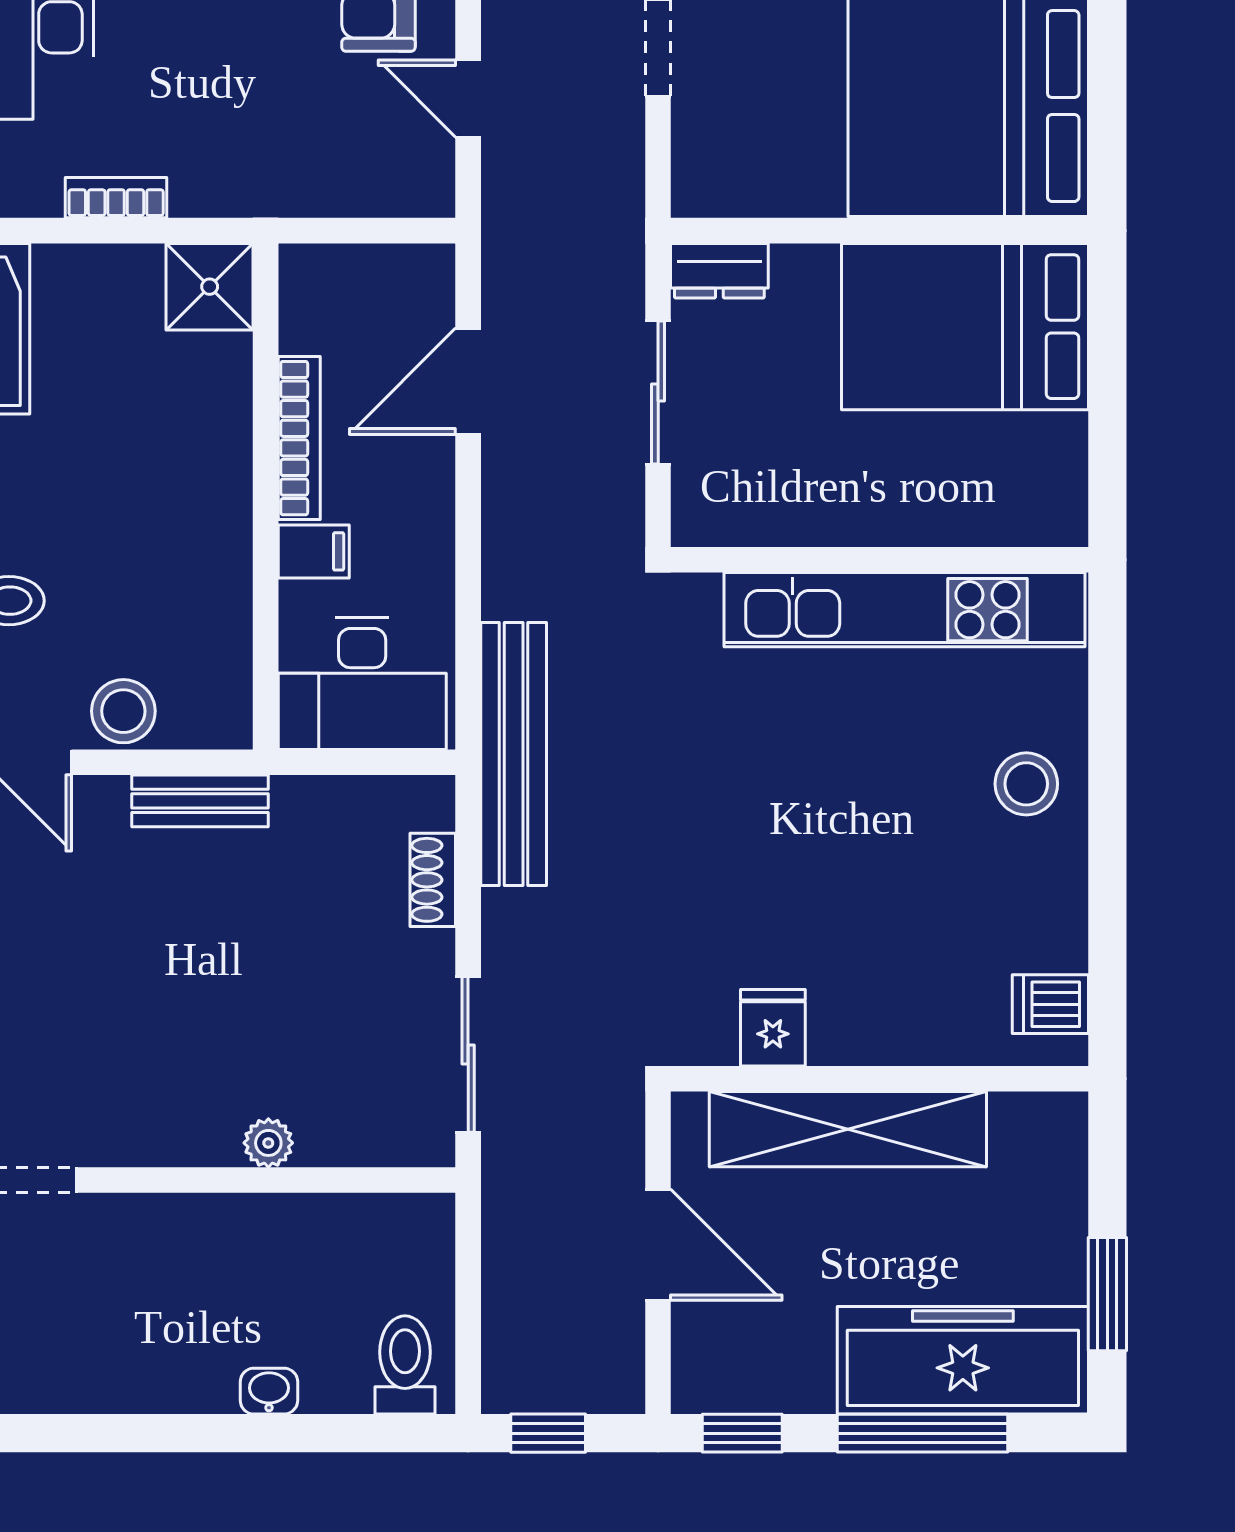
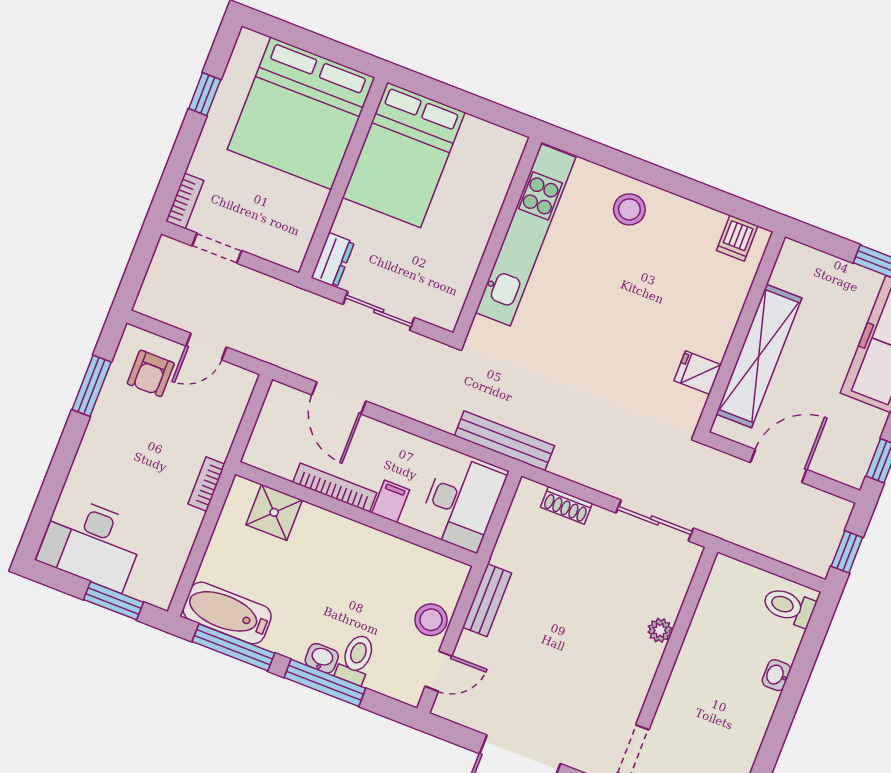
bookcase: (116, 198) -> (206, 484), moved
shower: (210, 287) -> (274, 512), moved
bench: (514, 754) -> (504, 441), width x0.73, depth x0.82

